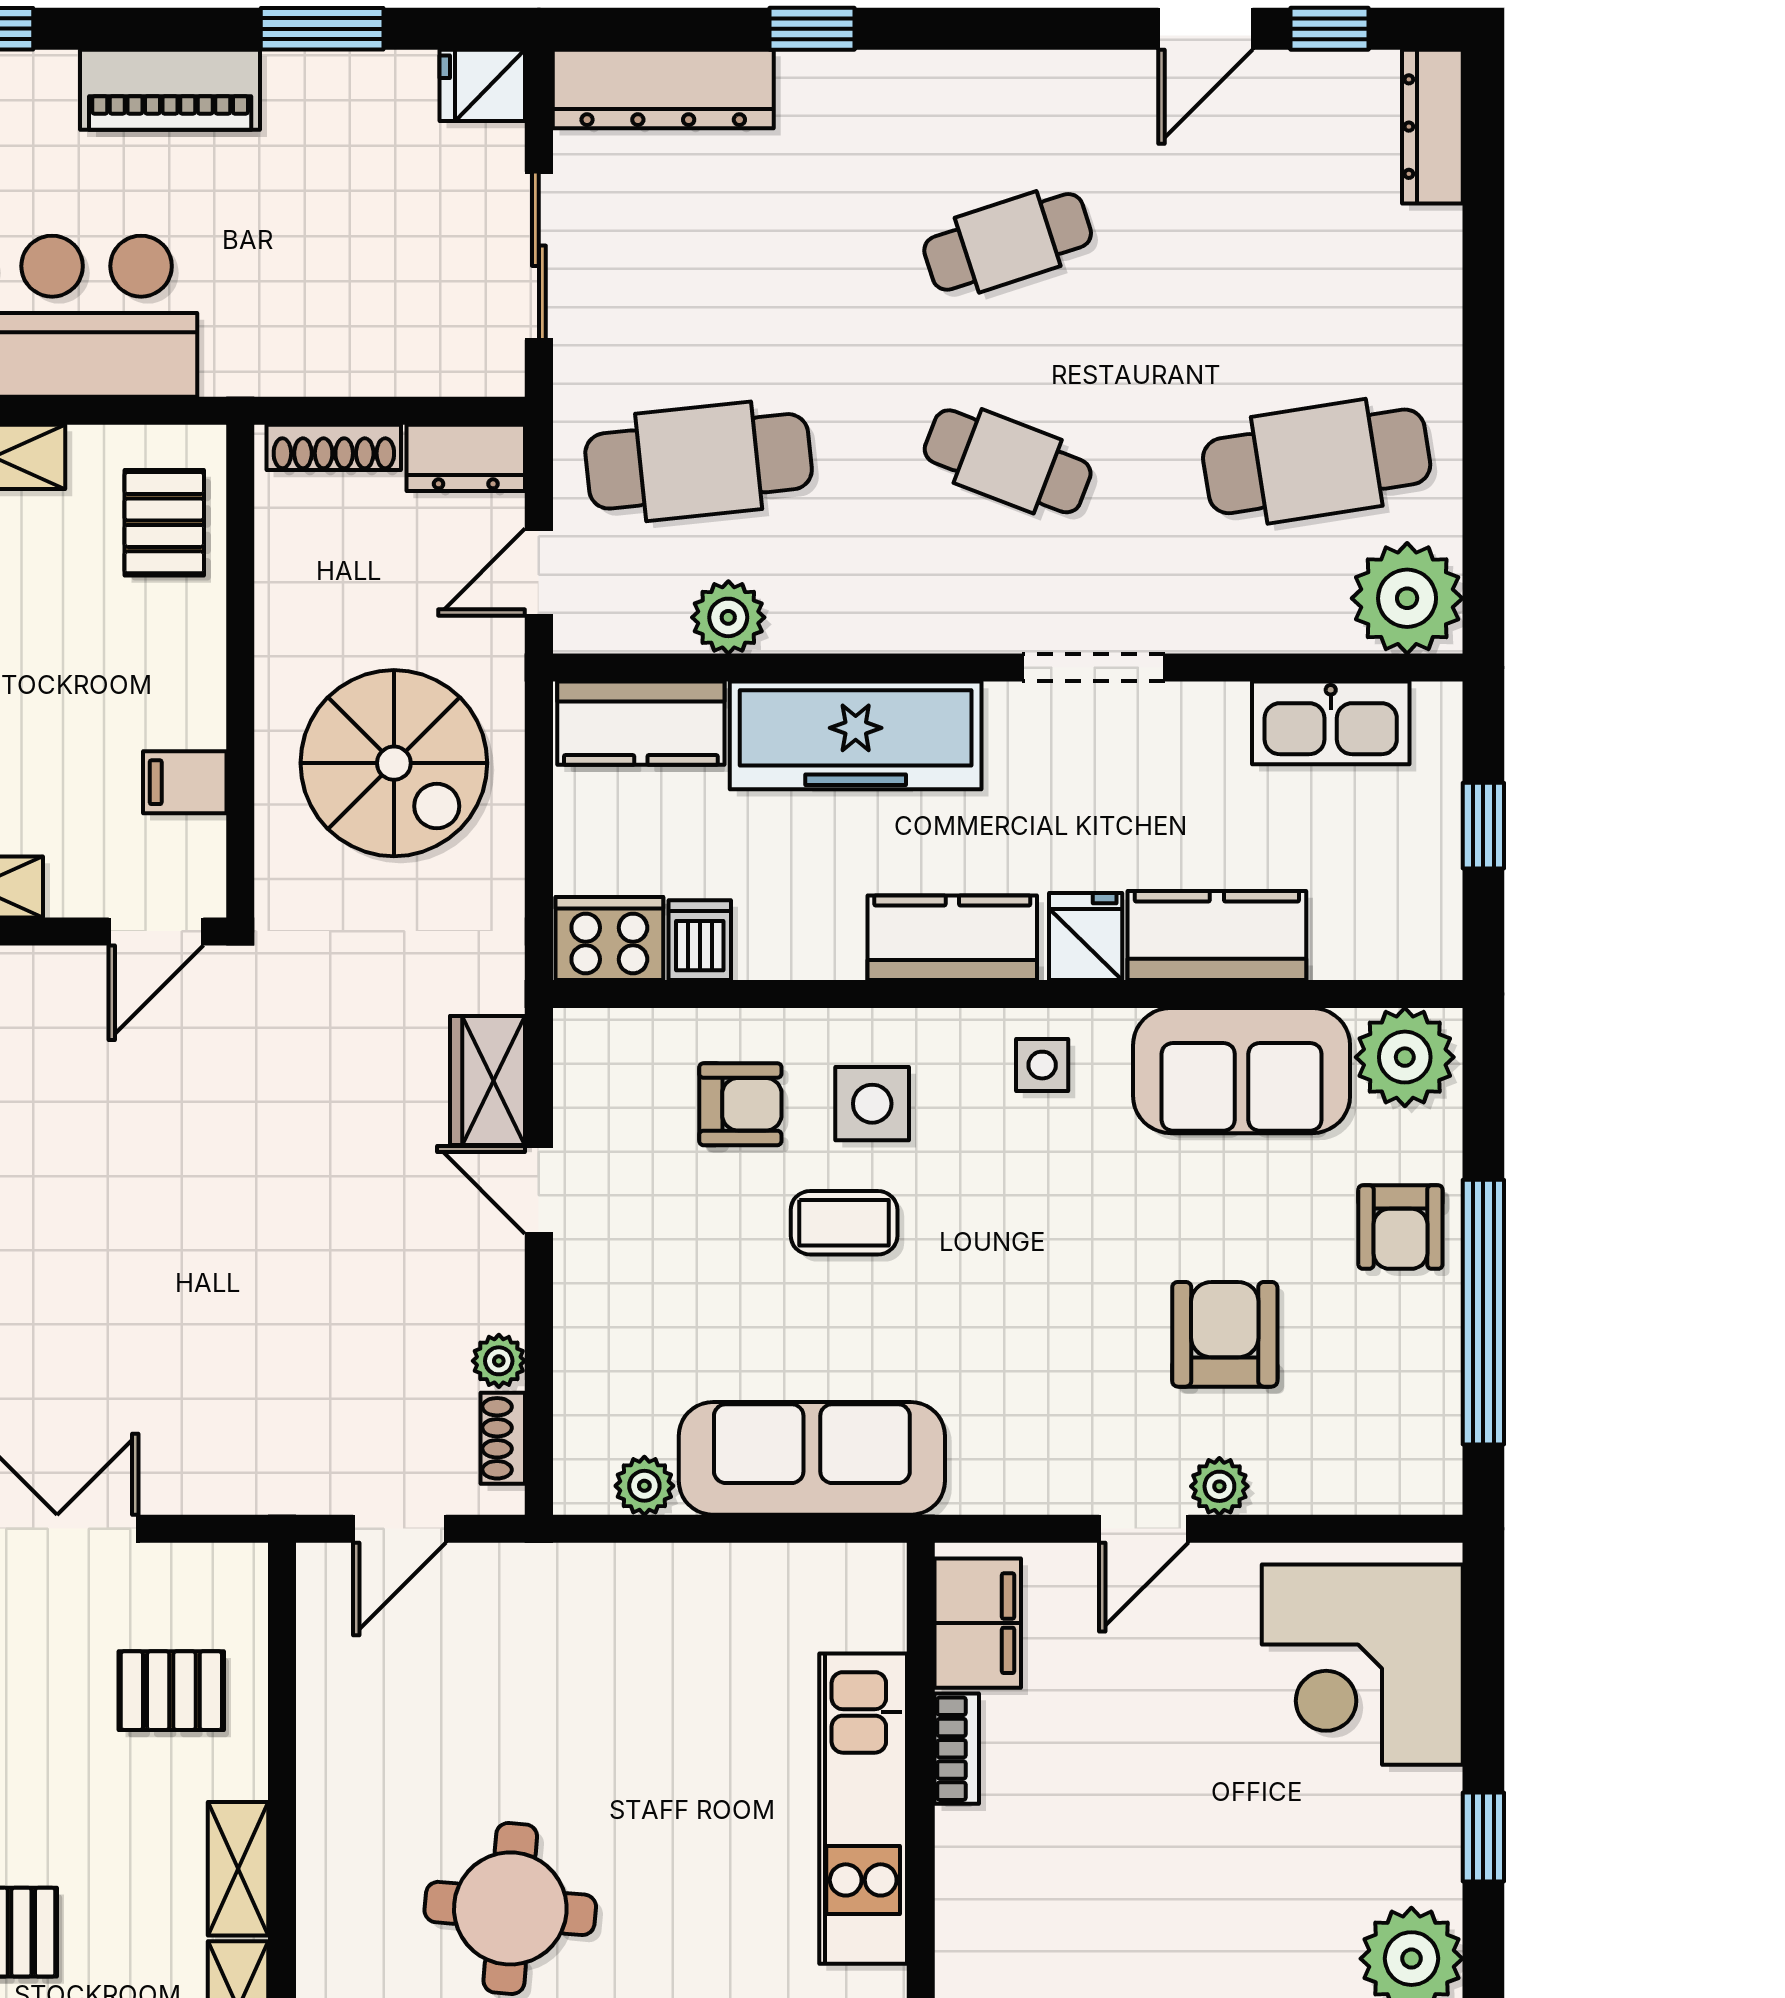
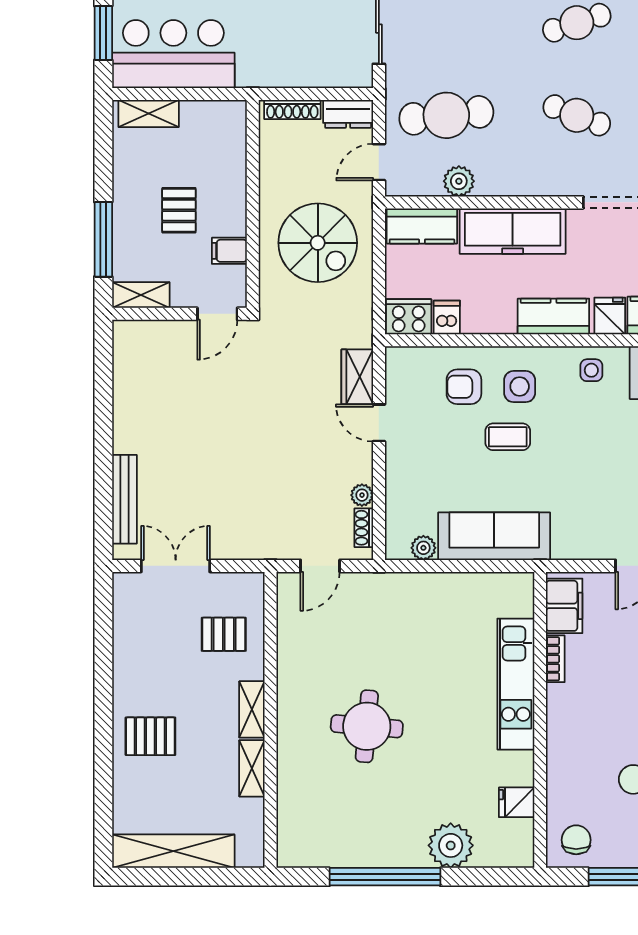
pallet: (164, 523) -> (179, 210), moved
armchair: (740, 1104) -> (464, 387), turned 180

